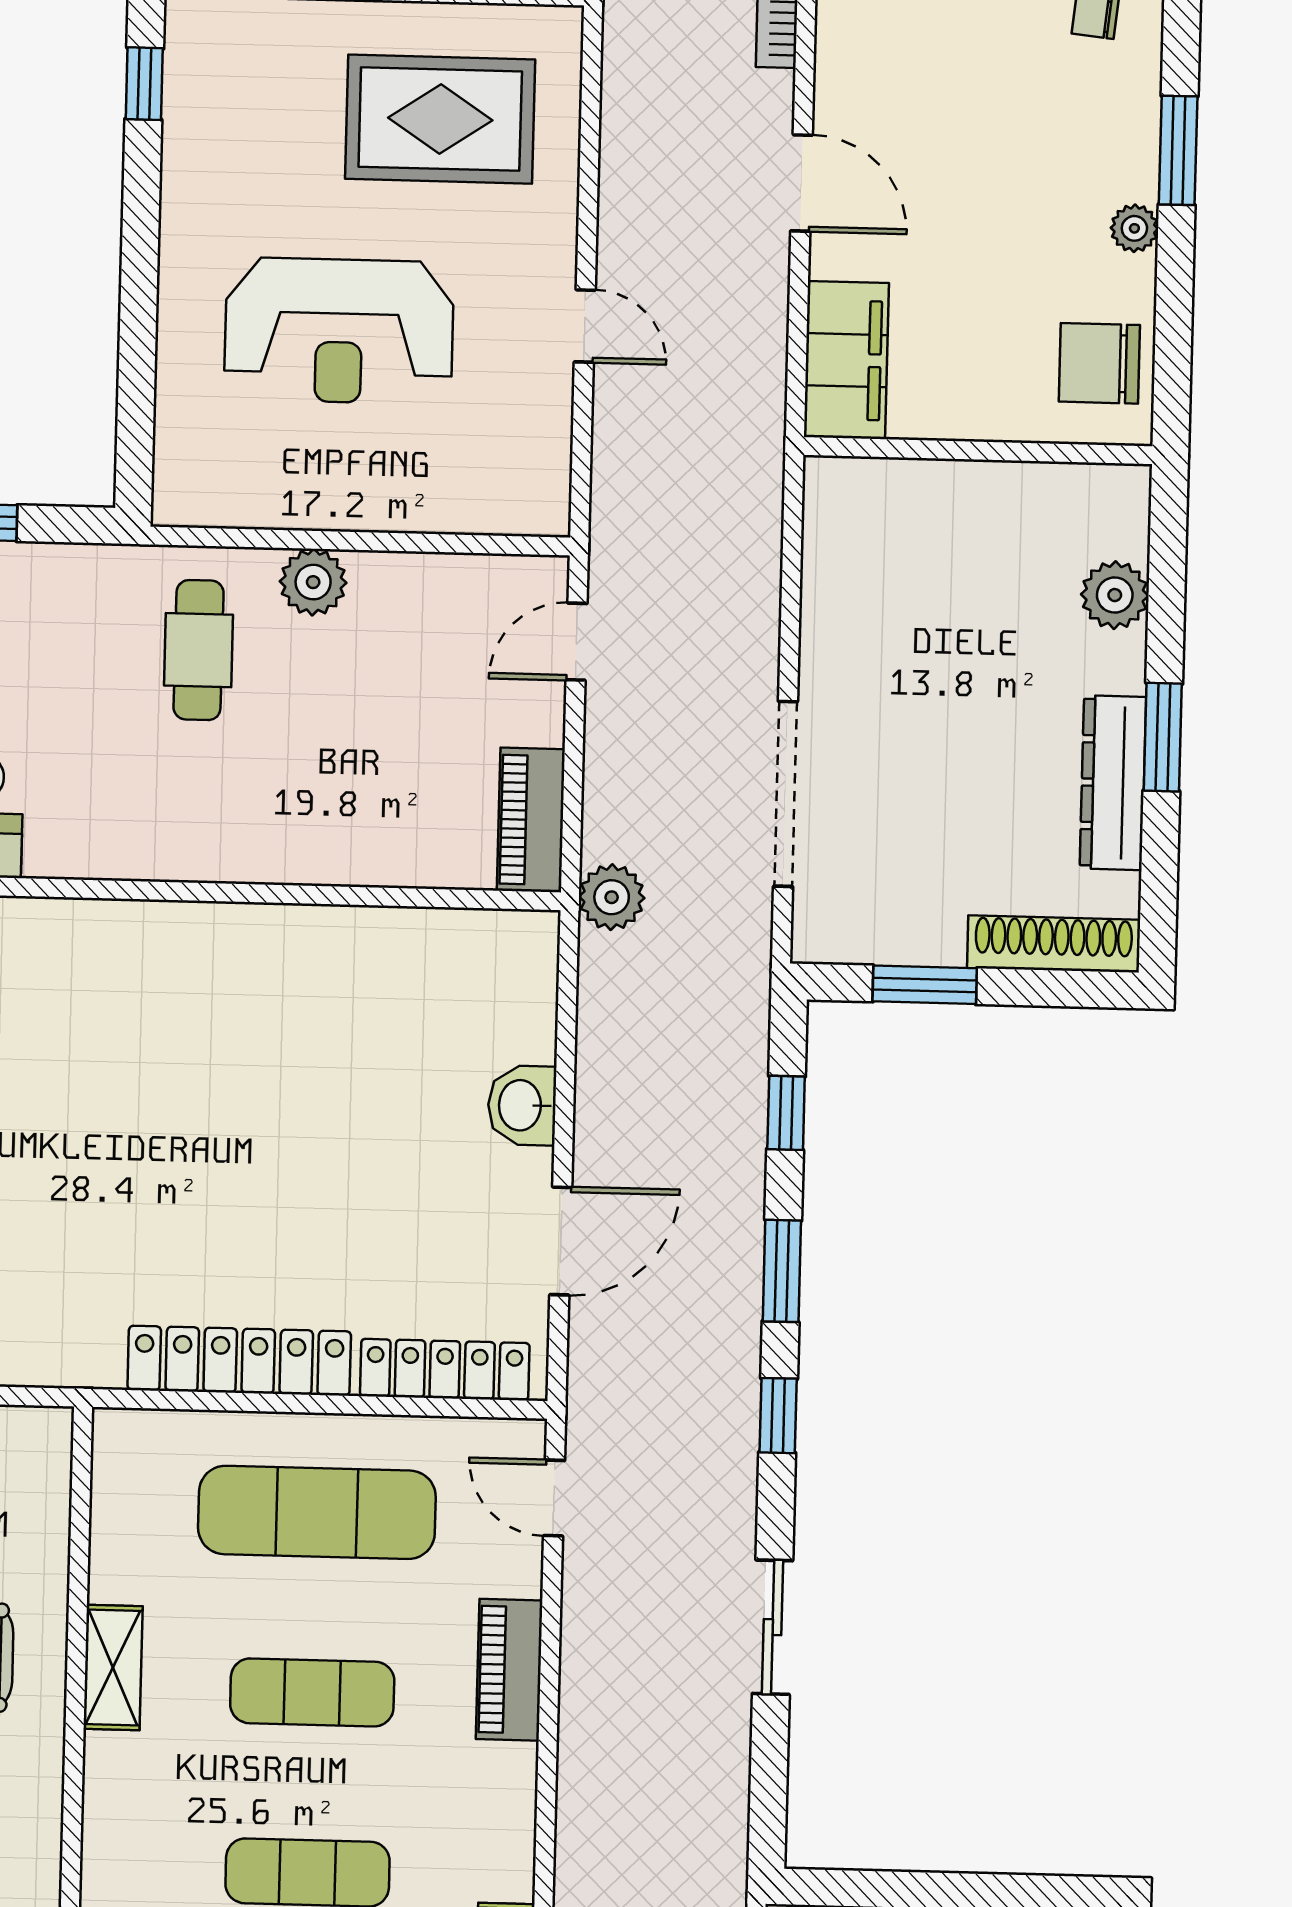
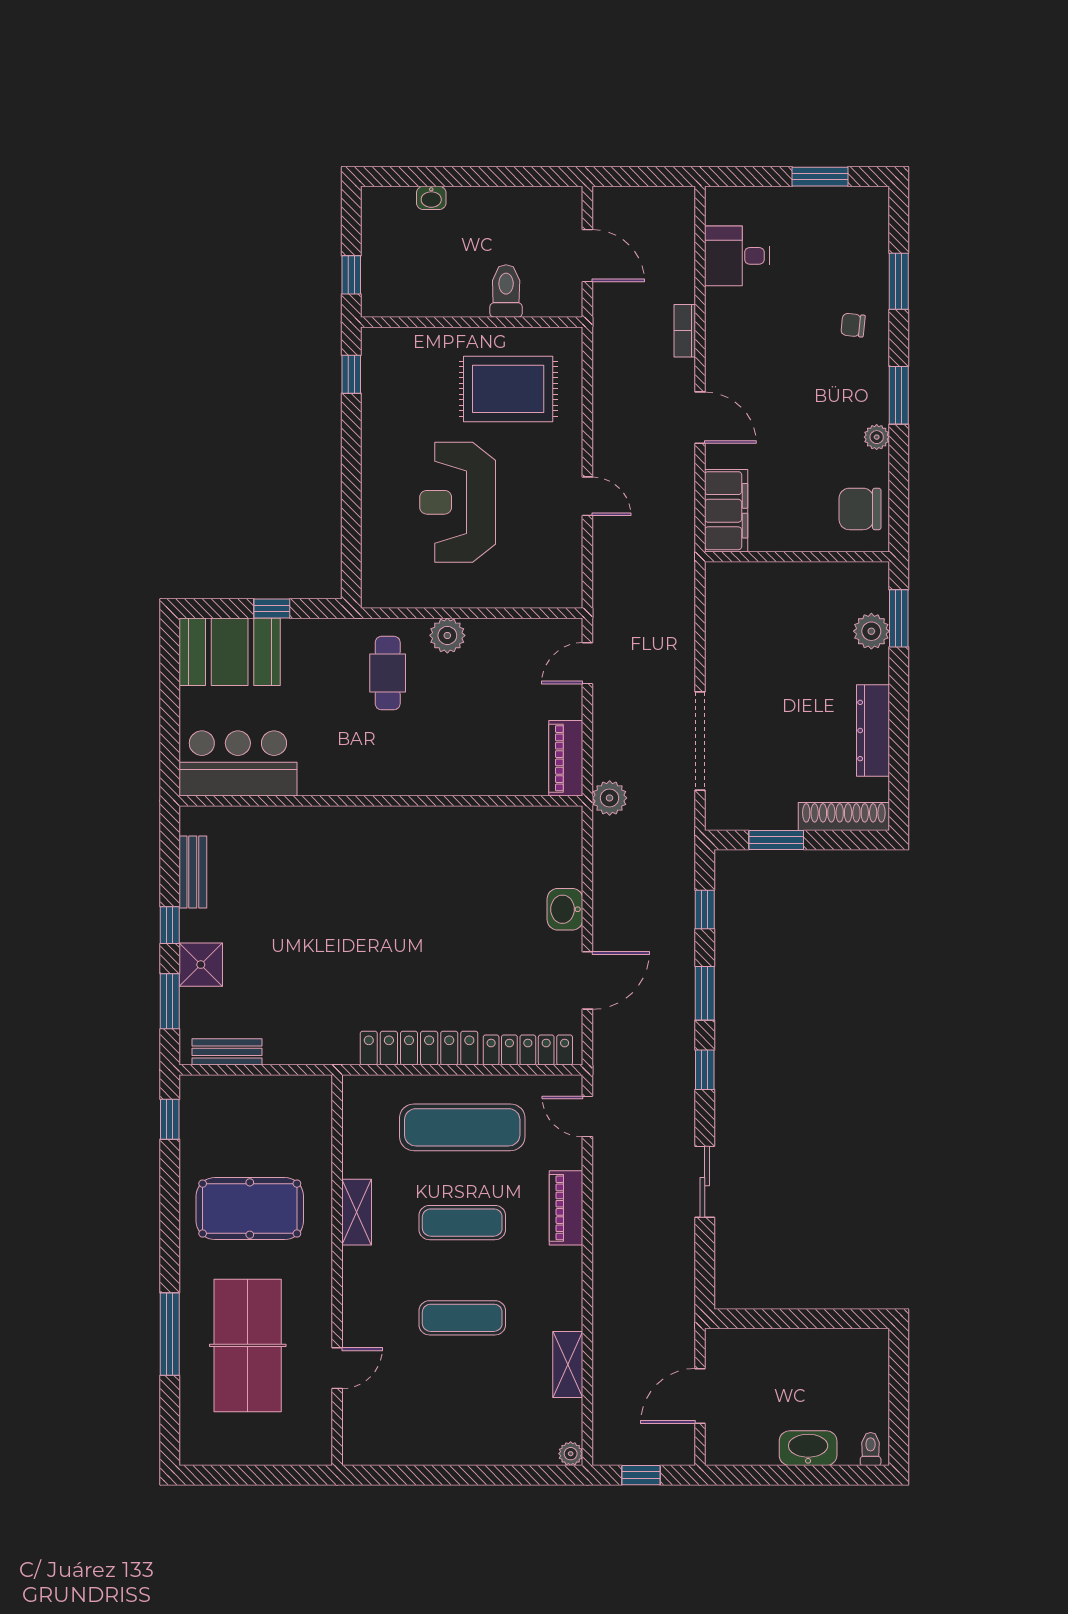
reception desk: (339, 331) -> (458, 502), turned 90
window: (1163, 737) -> (899, 618), moved

